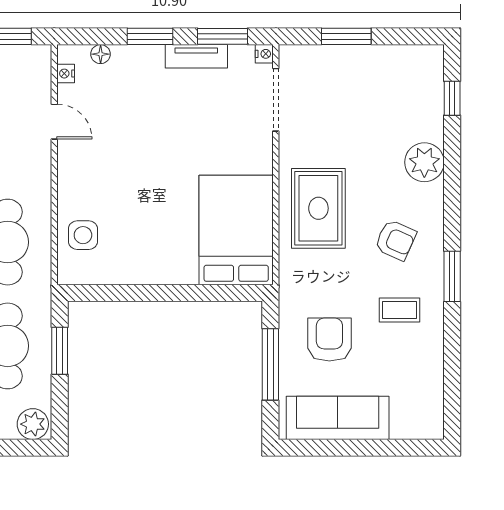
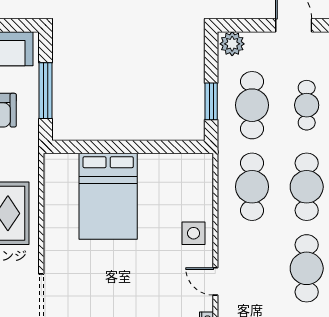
bed: (236, 230) -> (108, 196), moved
side table: (83, 235) -> (194, 233), moved

